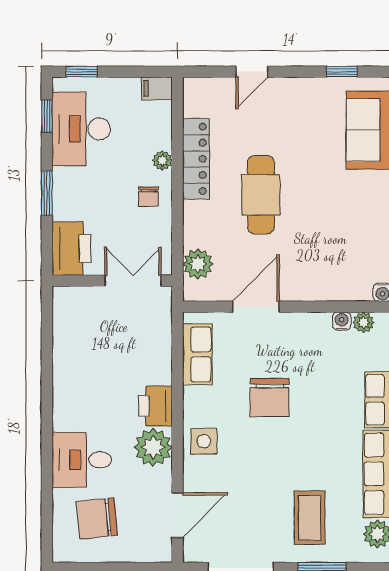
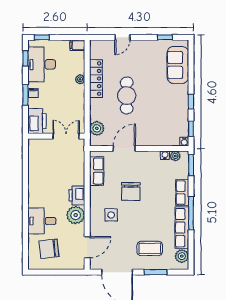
chair: (148, 197) -> (34, 93), moved
side table: (204, 441) -> (111, 215), moved
coffee table: (310, 518) -> (150, 248), turned 90

